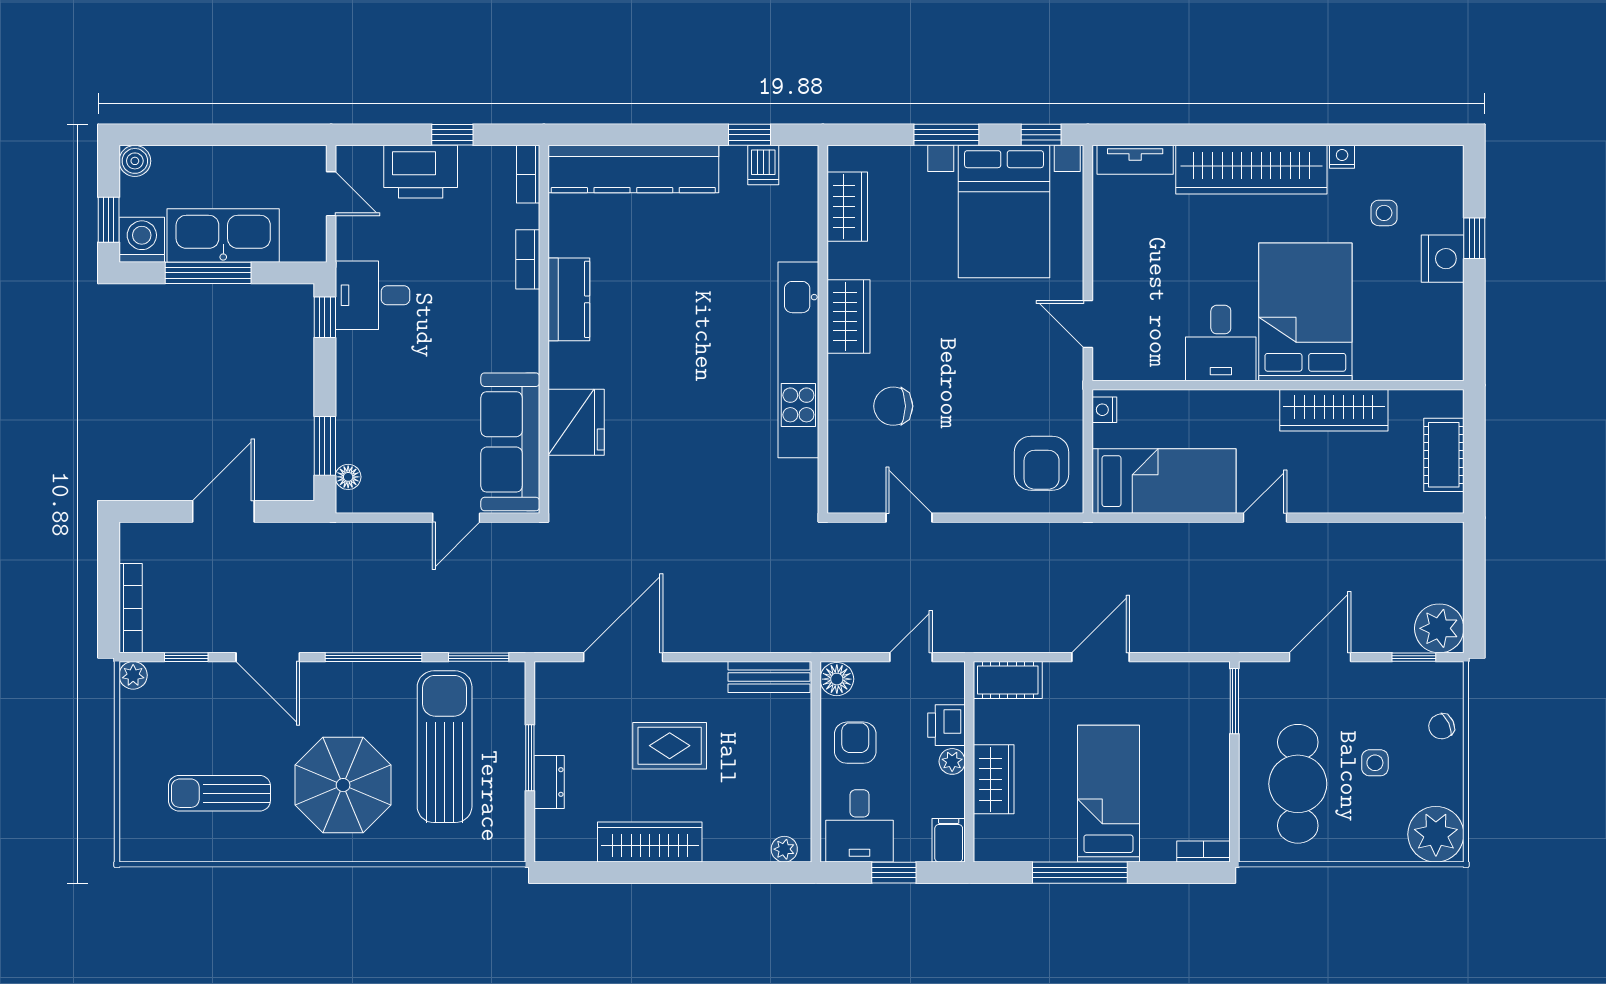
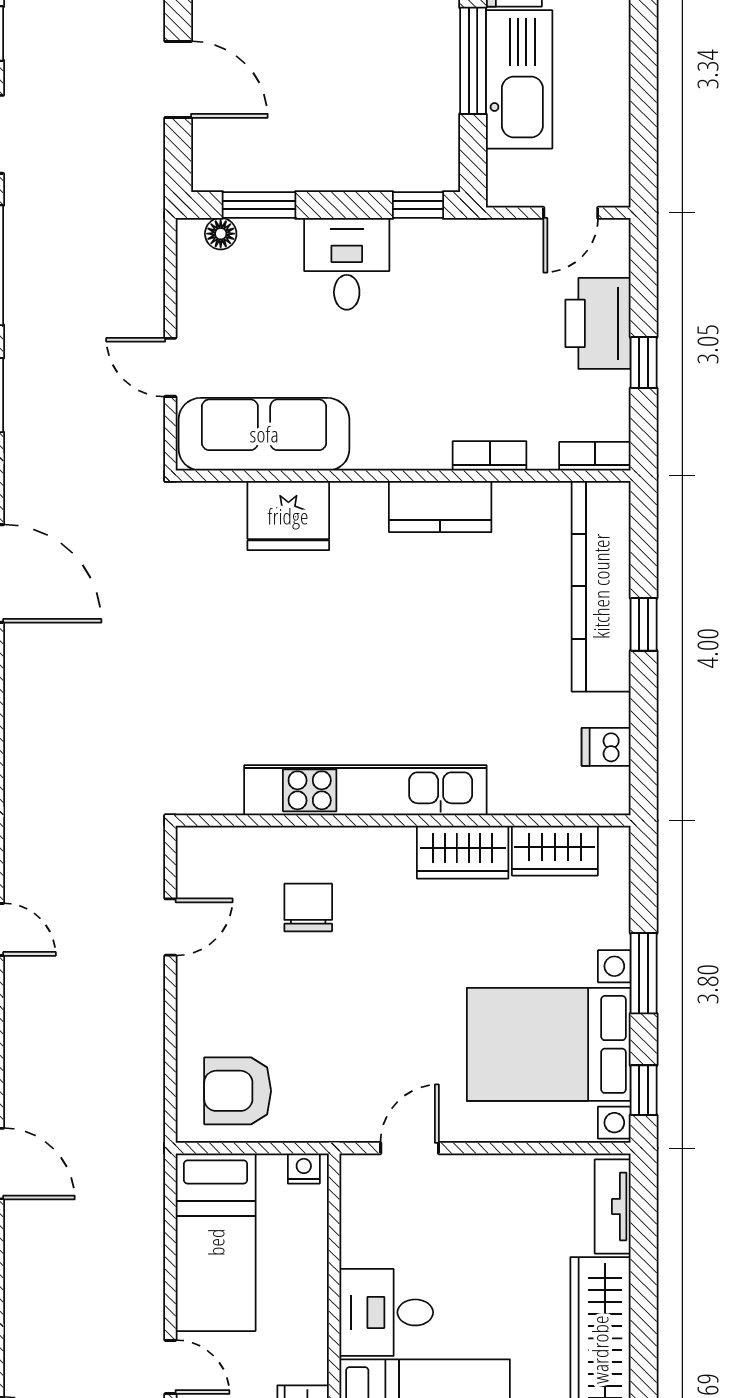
window: (749, 135) -> (644, 624), moved
desk: (372, 295) -> (347, 264), moved
wardrobe: (848, 316) -> (463, 852), moved

